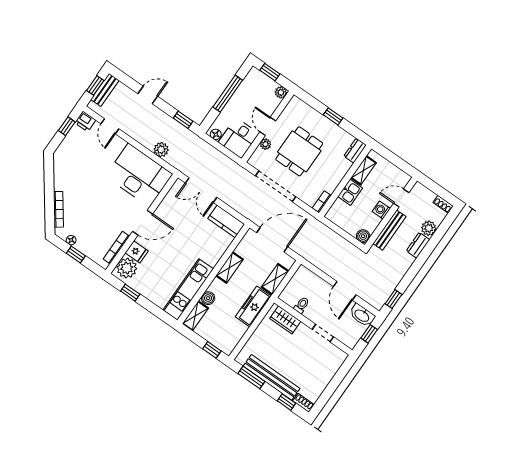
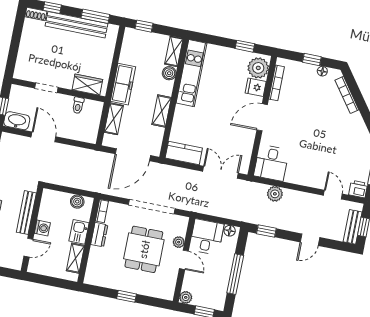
dresser: (355, 151) -> (99, 235), moved
desk: (139, 175) -> (271, 163), width x0.53, depth x0.77
boiler: (363, 236) -> (77, 202), moved

